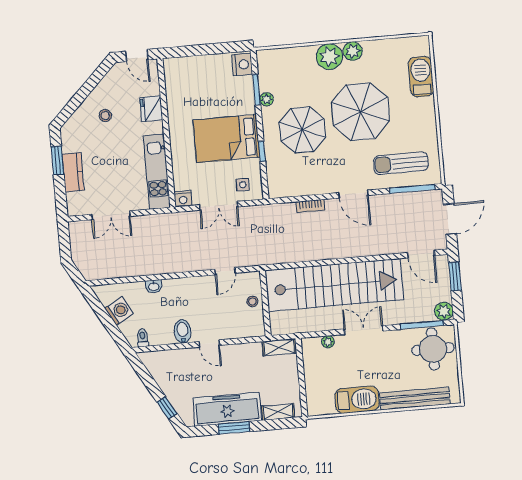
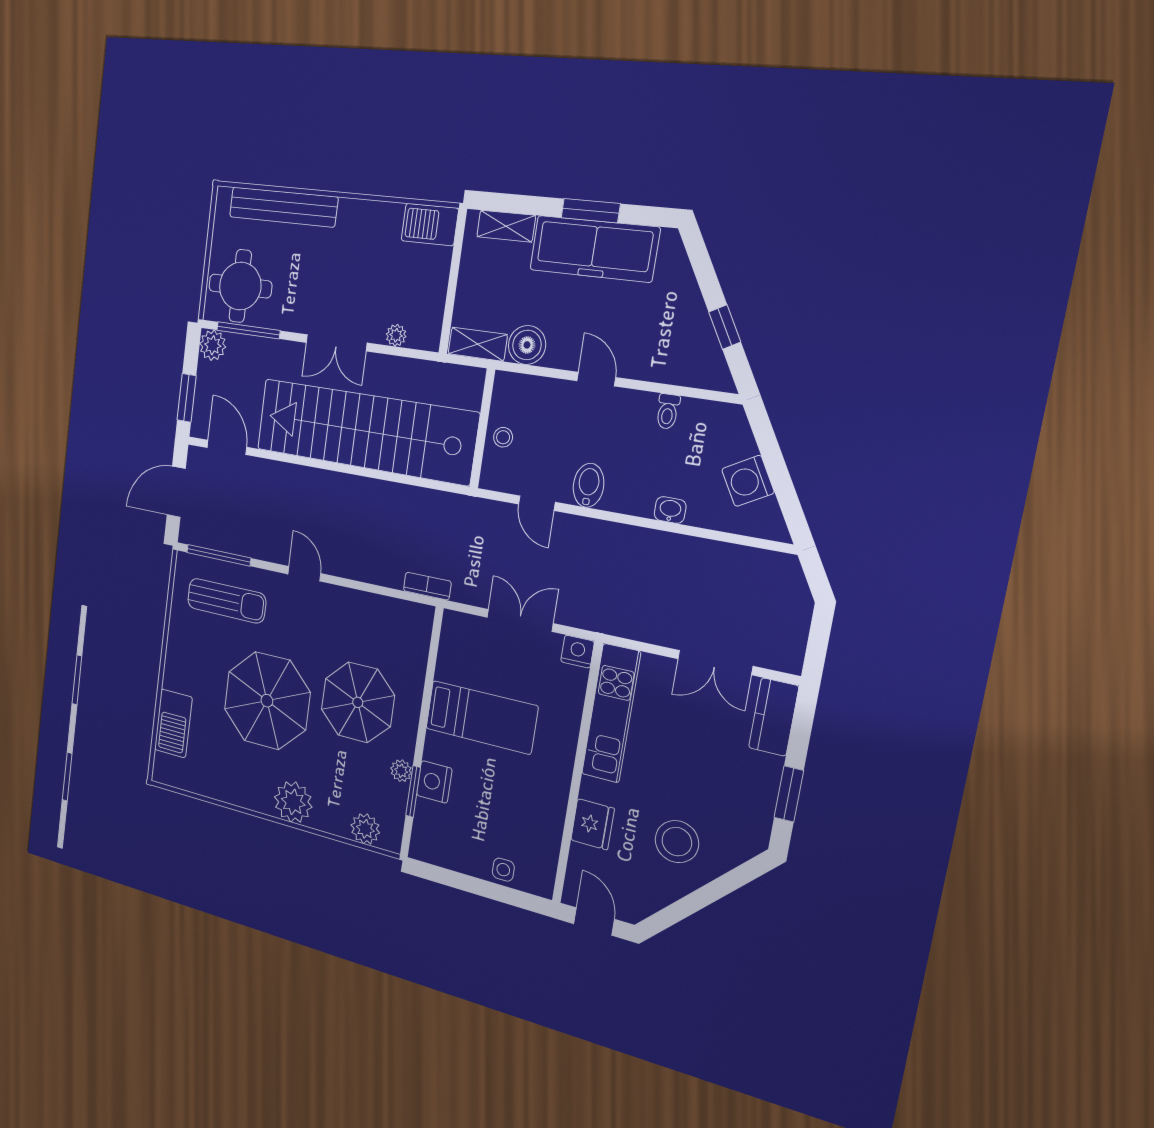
plant: (353, 51) -> (365, 829), moved
nightstand: (242, 64) -> (434, 782), moved
stool: (105, 116) -> (677, 842), width x1.89, depth x1.89
bed: (226, 139) -> (481, 717), width x0.67
window: (262, 151) -> (428, 689), removed
kitchen counter: (73, 172) -> (774, 717), moved
side table: (243, 185) -> (503, 870), moved
door: (353, 194) -> (304, 574), width x0.73
bookcase: (310, 206) -> (427, 586), moved
double door: (111, 215) -> (715, 663), swing flipped
door: (225, 271) -> (537, 503), swing flipped
bidet: (183, 331) -> (588, 485), moved, turned 180
toilet: (143, 338) -> (668, 411), moved
boiler: (251, 353) -> (527, 345), added
barbecue: (357, 400) -> (430, 225), moved, width x0.73, depth x0.83
window: (167, 408) -> (725, 327), moved

